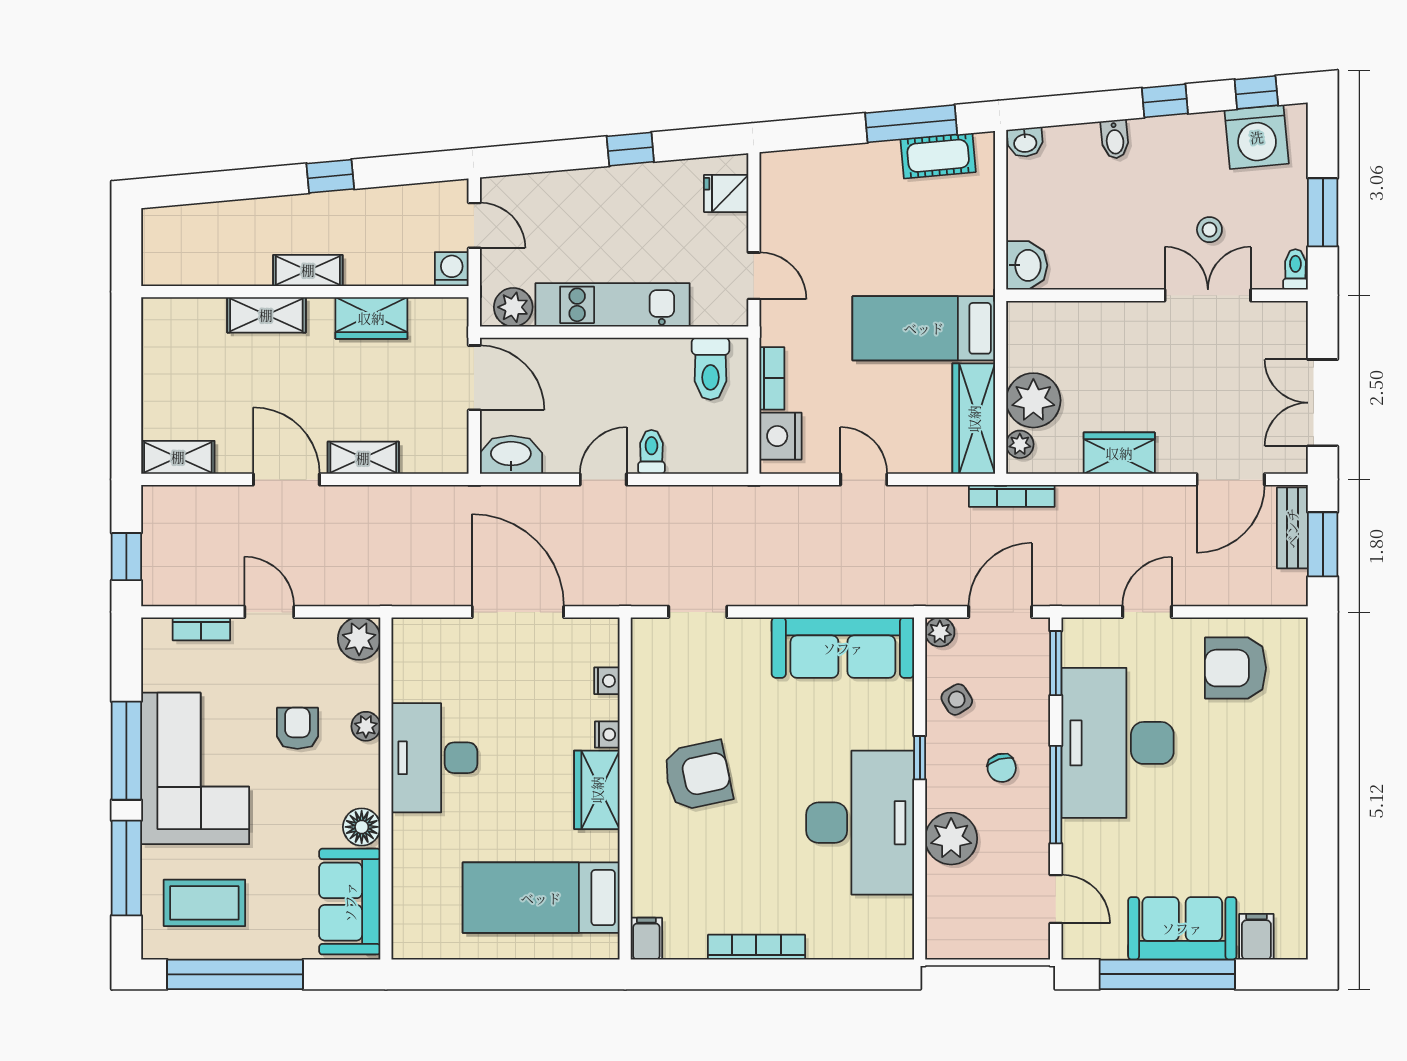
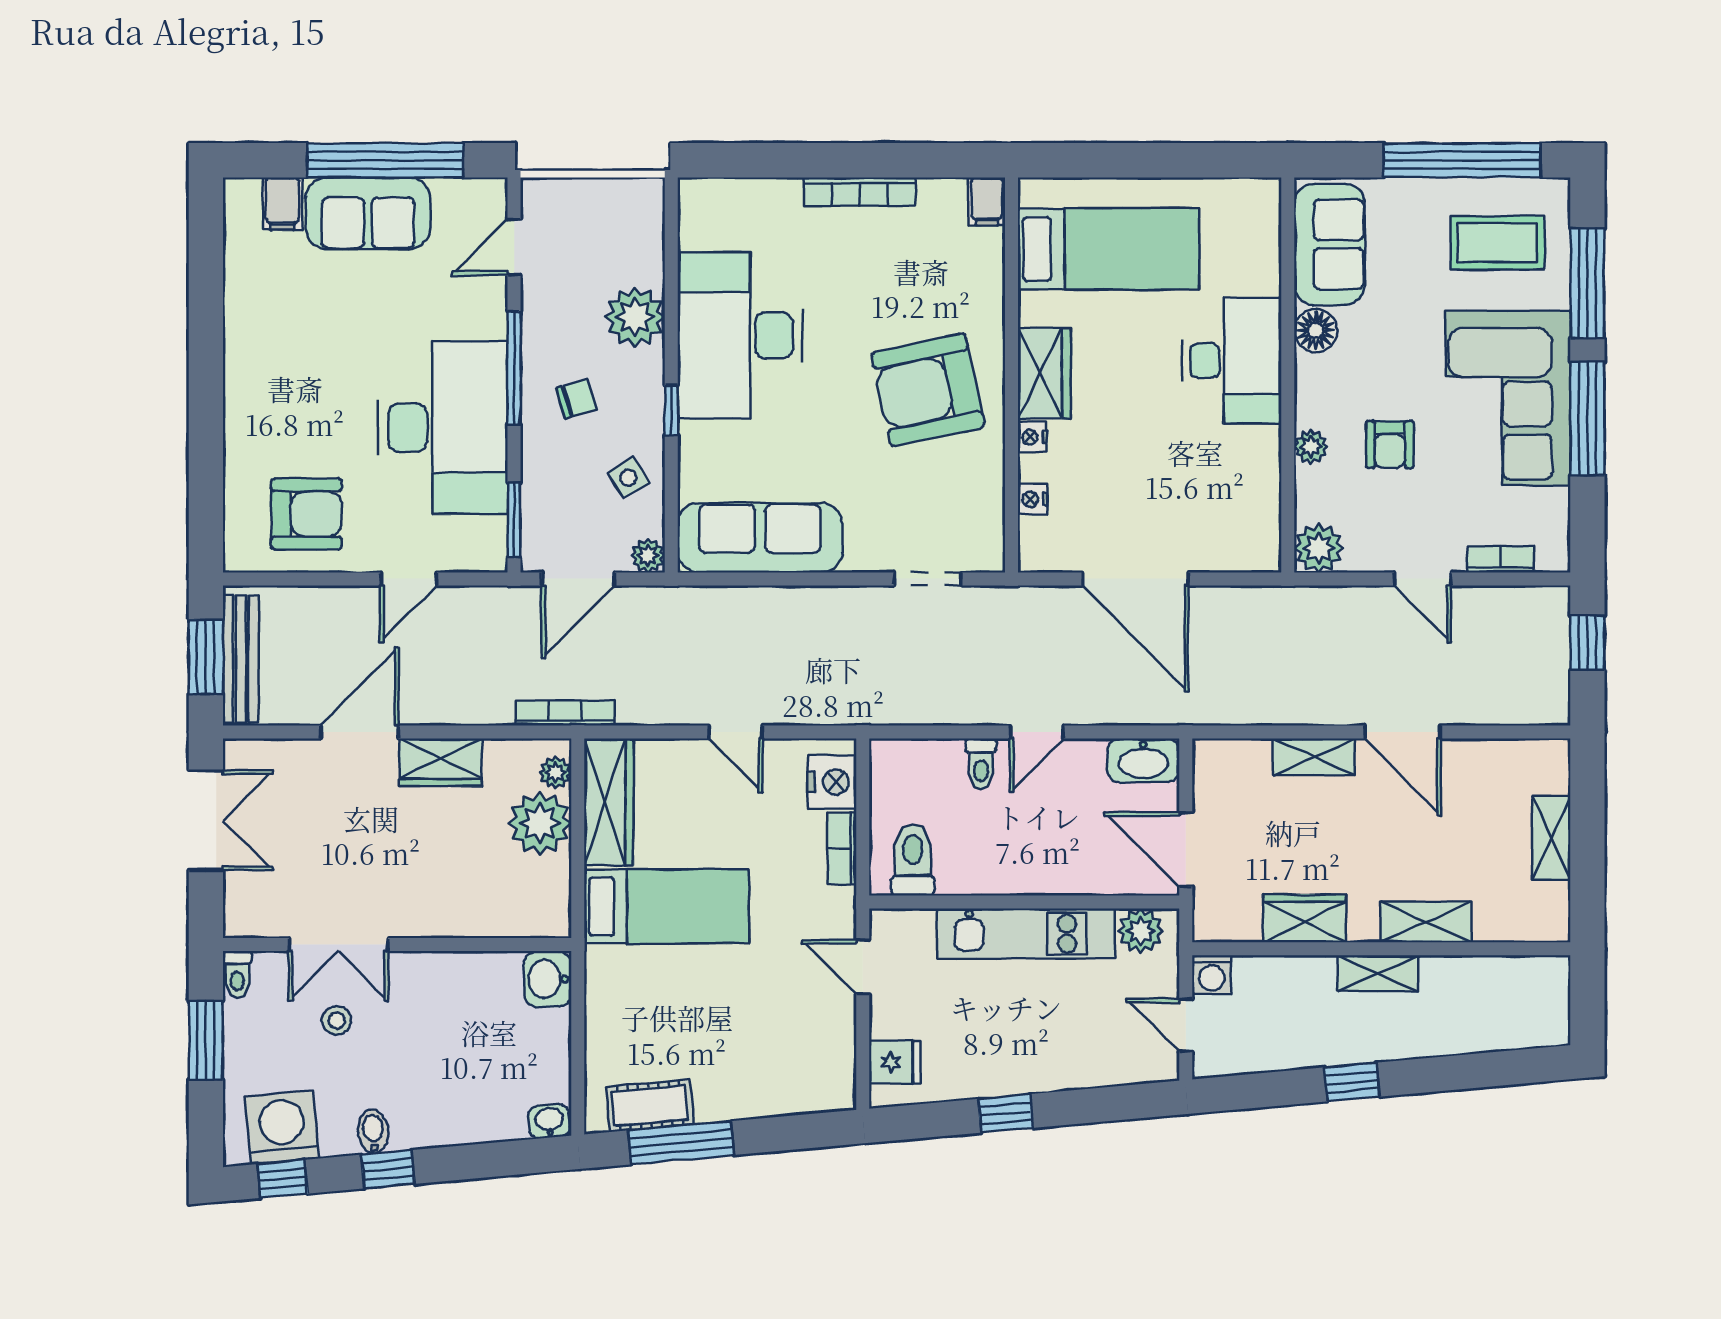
bidet: (1115, 139) -> (373, 1131), moved
shelving: (178, 457) -> (1551, 838), moved, turned 90
door: (1231, 479) -> (359, 732), moved
bench: (1292, 528) -> (241, 659), width x1.36
desk: (434, 758) -> (1232, 361), moved
chair: (1002, 768) -> (576, 399), turned 91
armchair: (698, 776) -> (928, 390), width x1.36, depth x1.36
door: (1056, 899) -> (514, 247), hinge flipped

